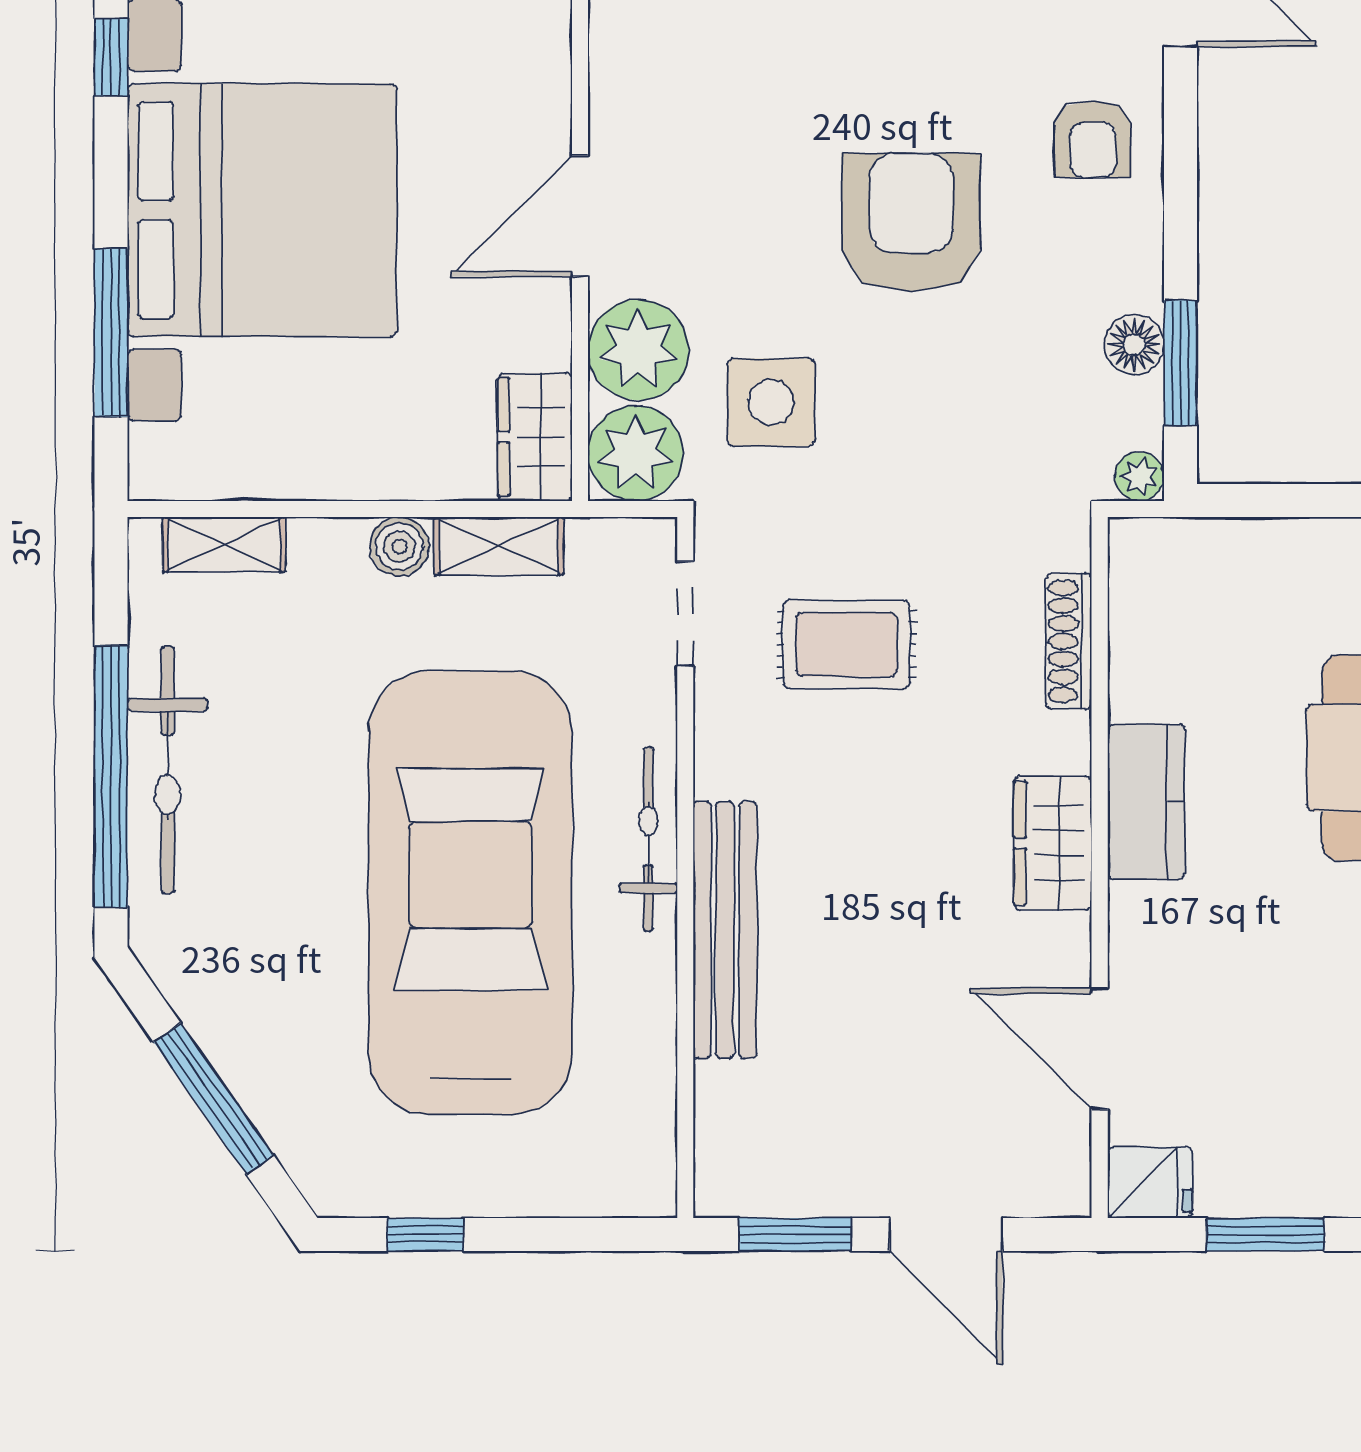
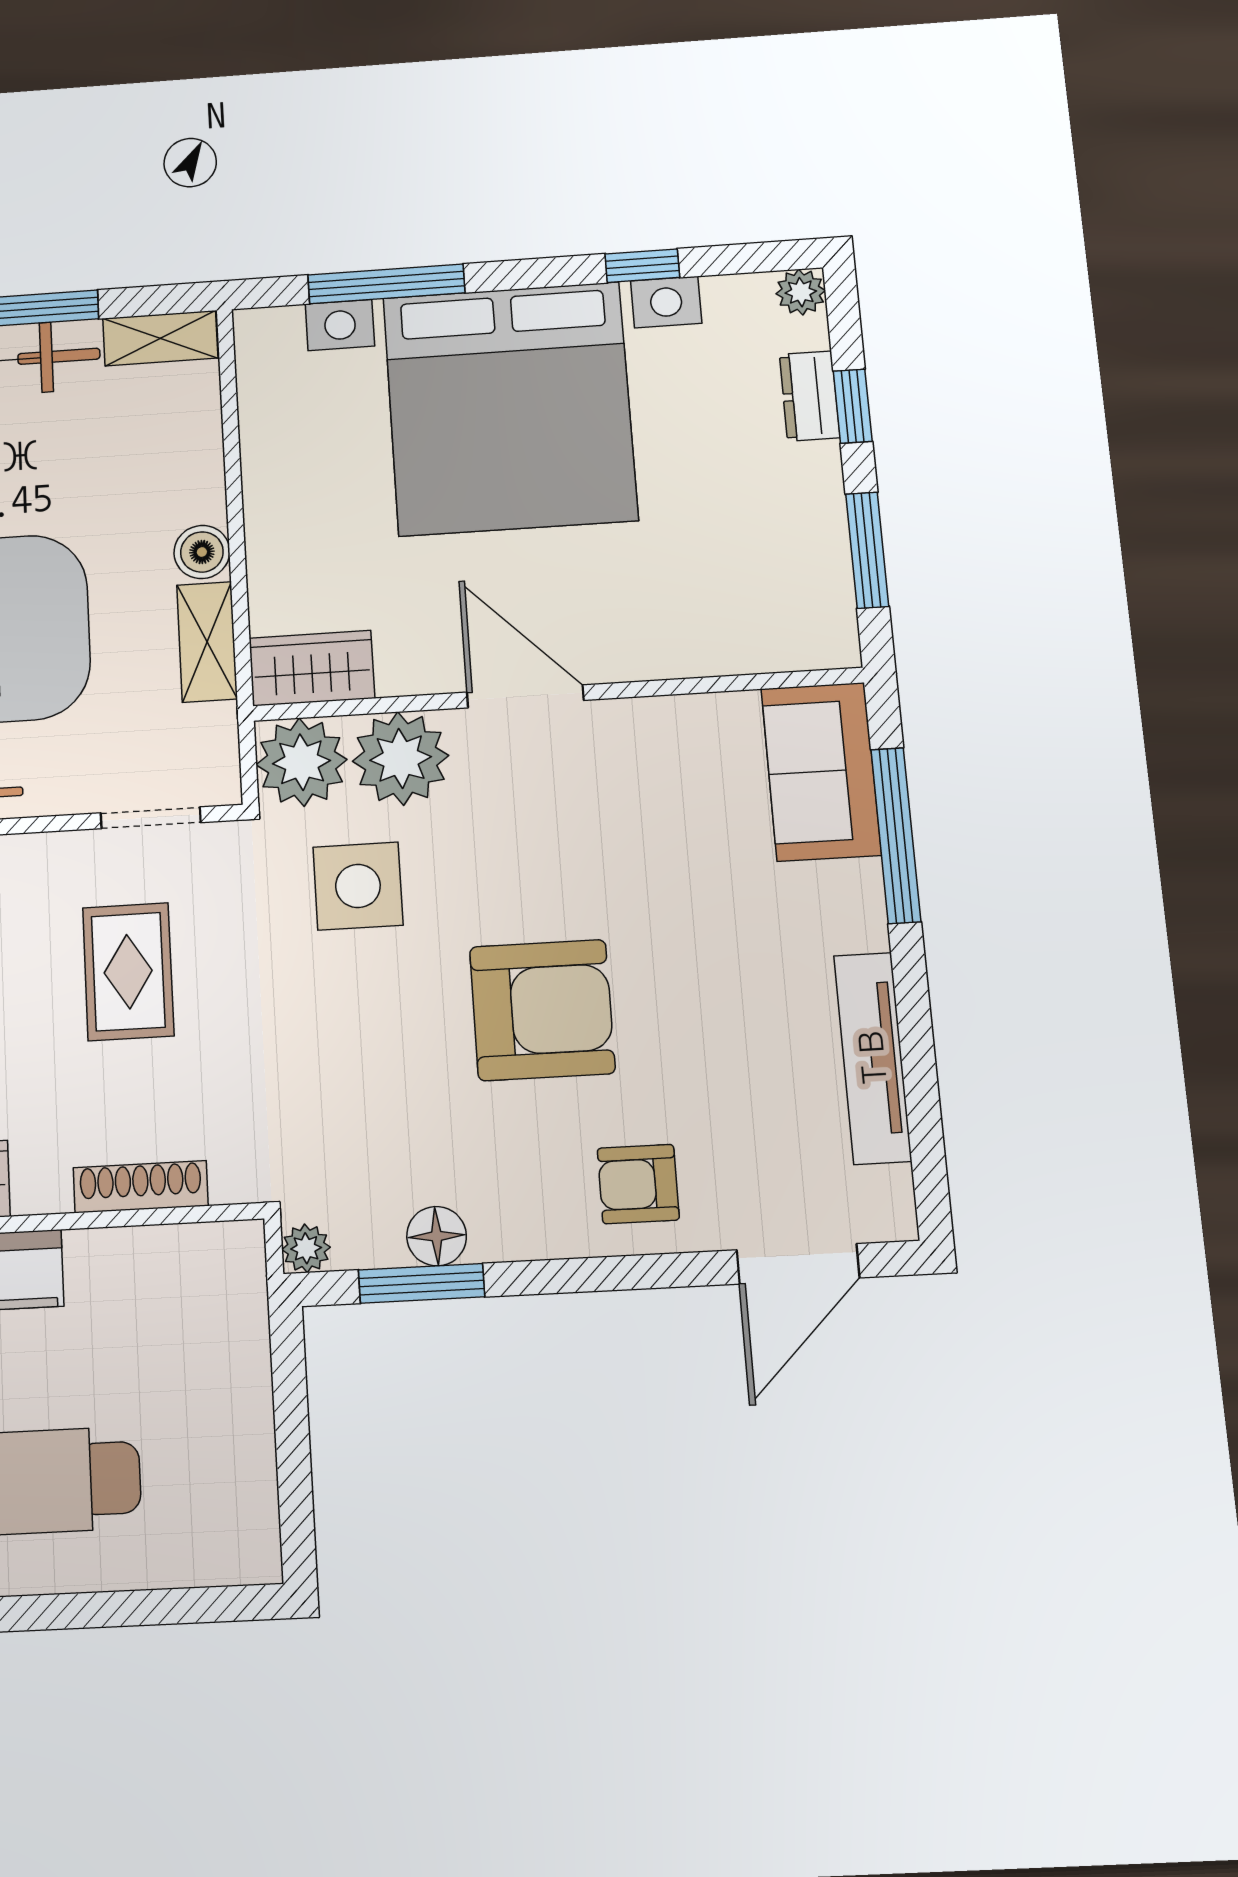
shelving: (224, 544) -> (160, 338), moved, turned 90

